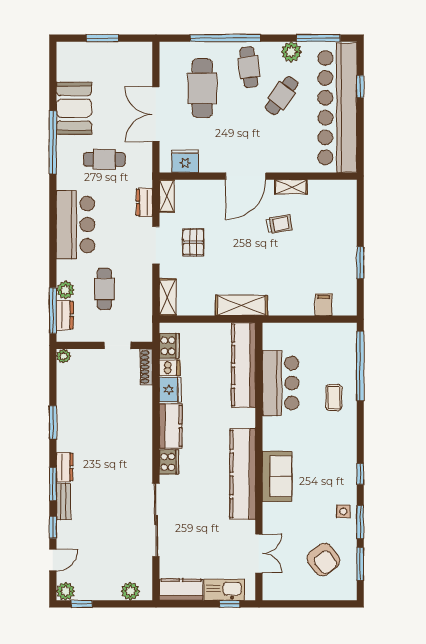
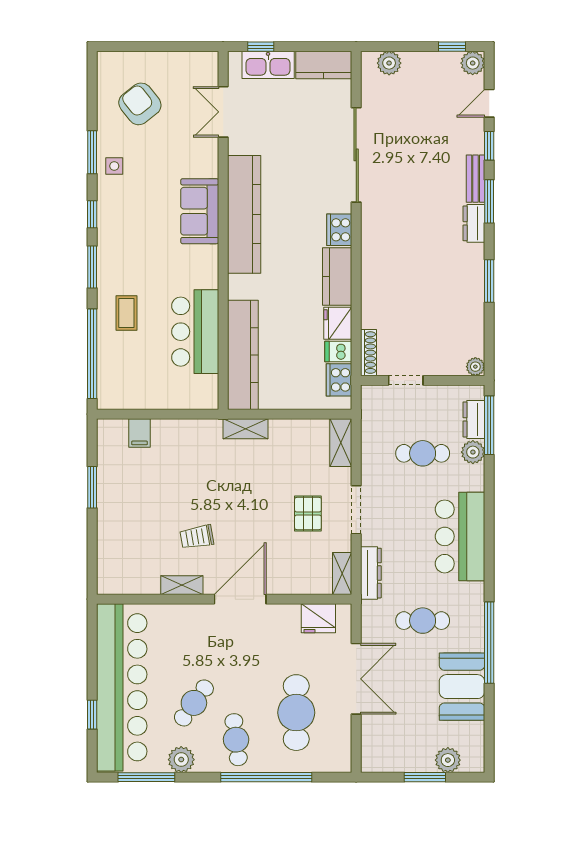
plant: (85, 51) -> (448, 760), added
dresser: (144, 202) -> (371, 573), width x1.44
cafe table: (104, 289) -> (423, 453), turned 90
shelving: (242, 305) -> (245, 429), width x0.67, depth x0.75
window: (360, 564) -> (92, 267), moved

